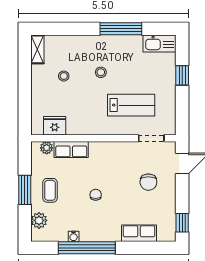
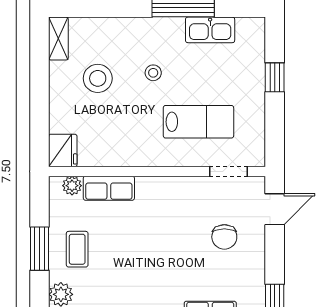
kitchen sink: (160, 44) -> (210, 30), moved
stool: (64, 76) -> (98, 78), width x1.89, depth x1.89
fridge: (55, 126) -> (63, 150), moved, turned 90
chair: (96, 195) -> (145, 256), removed

